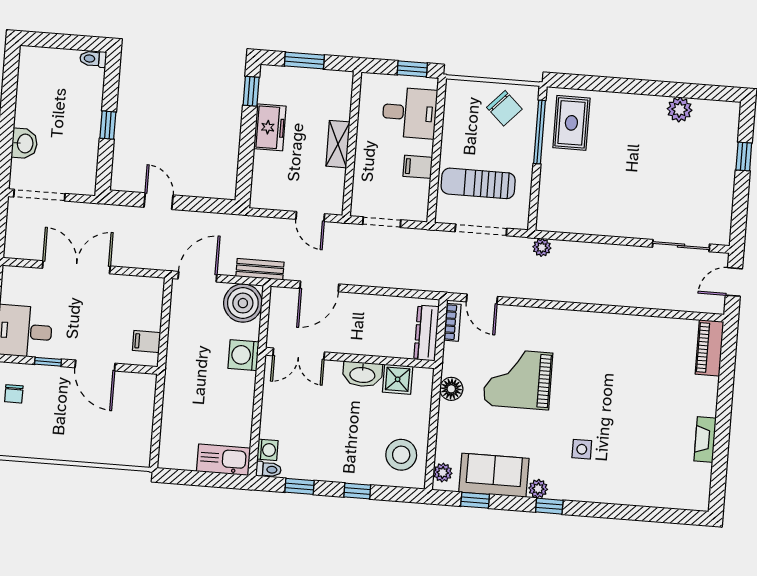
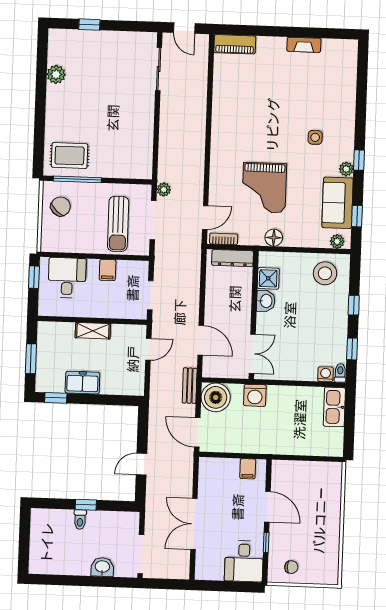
toilet: (93, 59) -> (80, 520), moved
plant: (542, 247) -> (164, 190), moved
door: (95, 365) -> (267, 507), hinge flipped
washbasin: (362, 374) -> (266, 301), width x0.72

